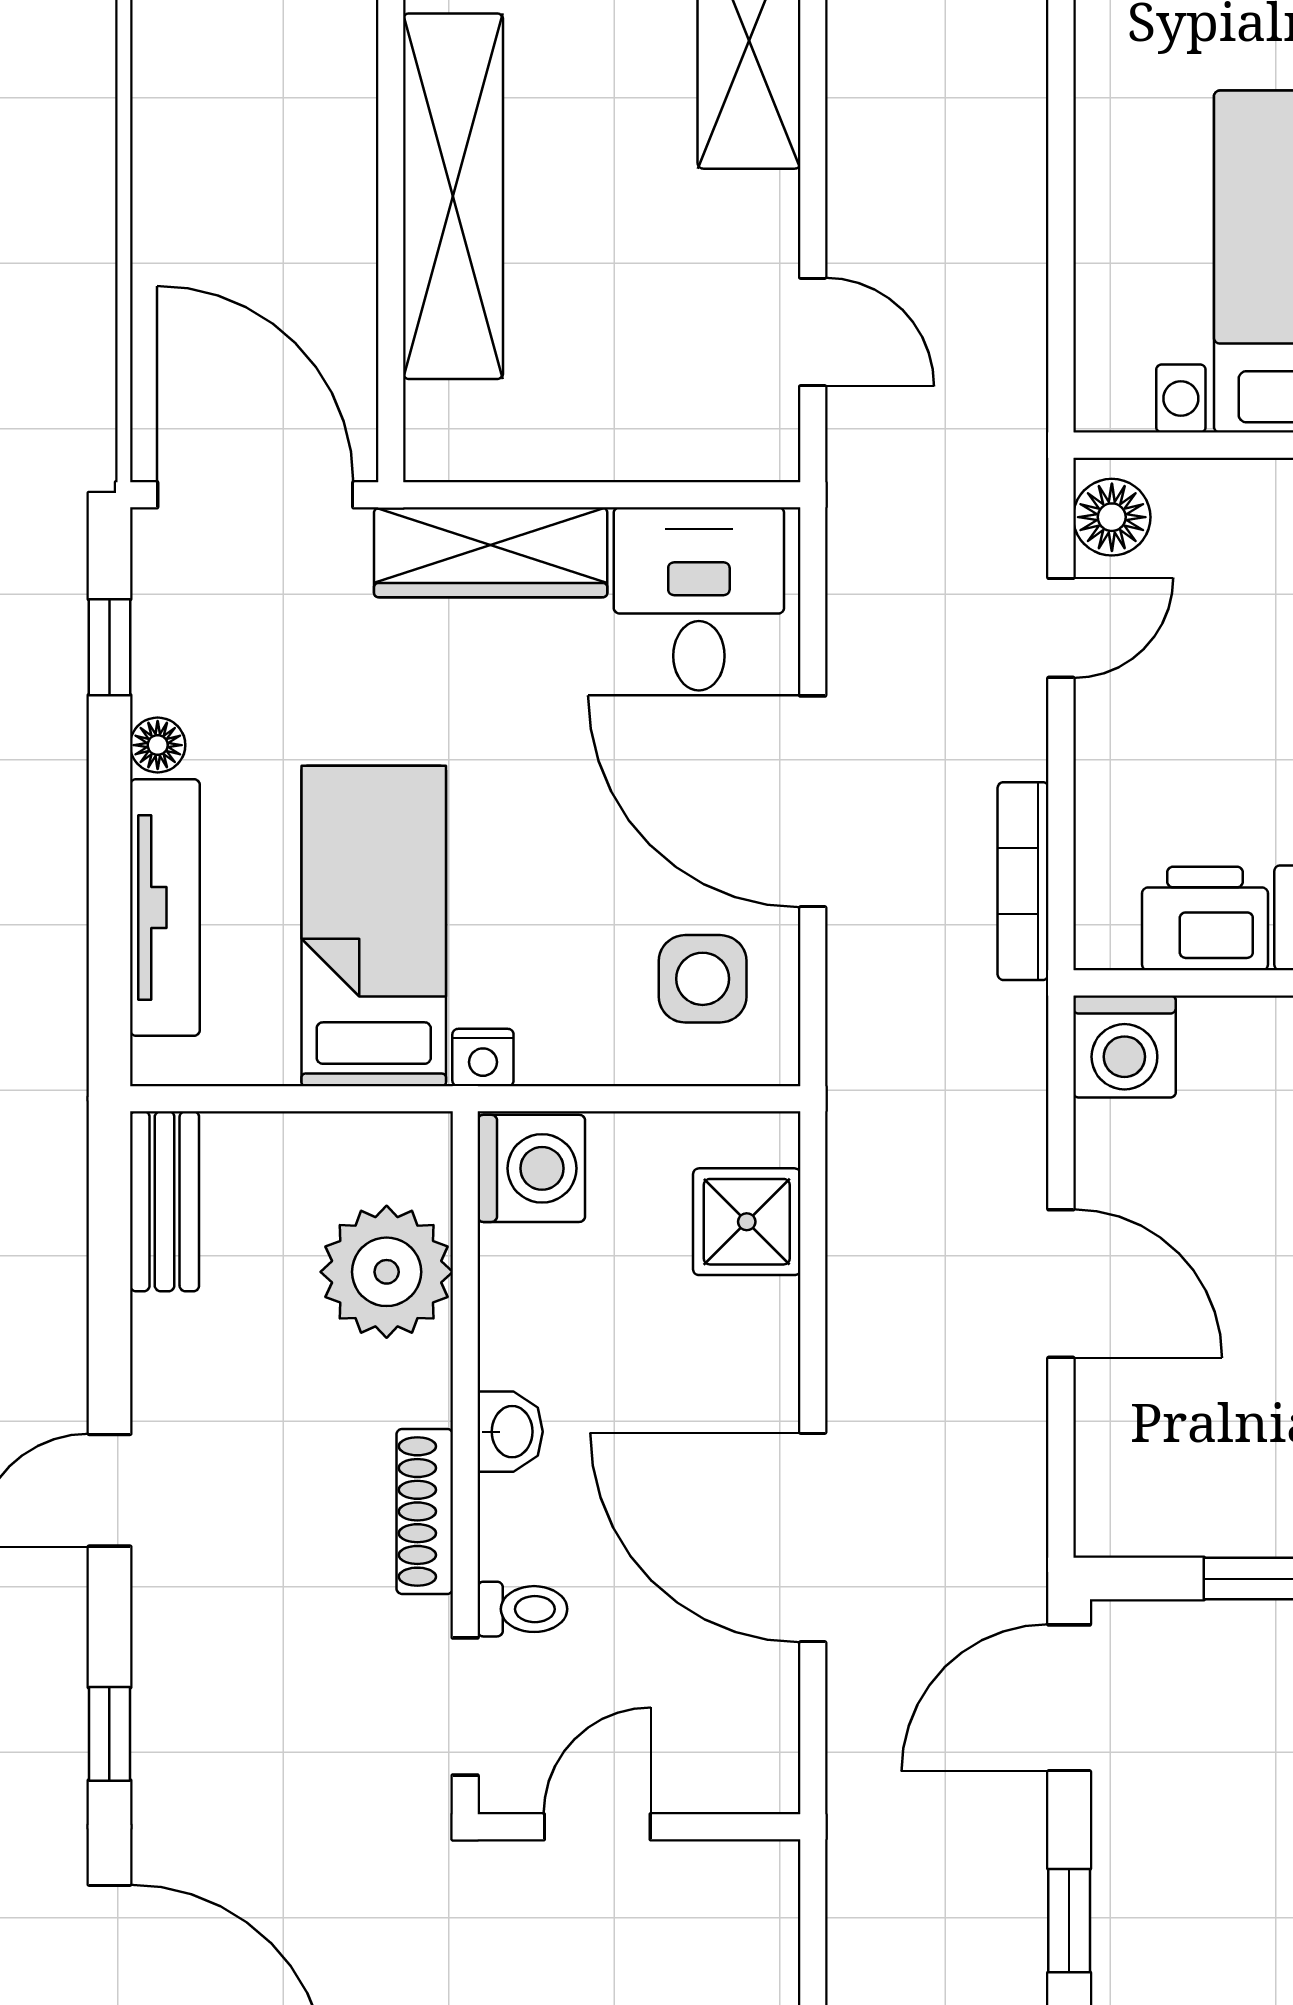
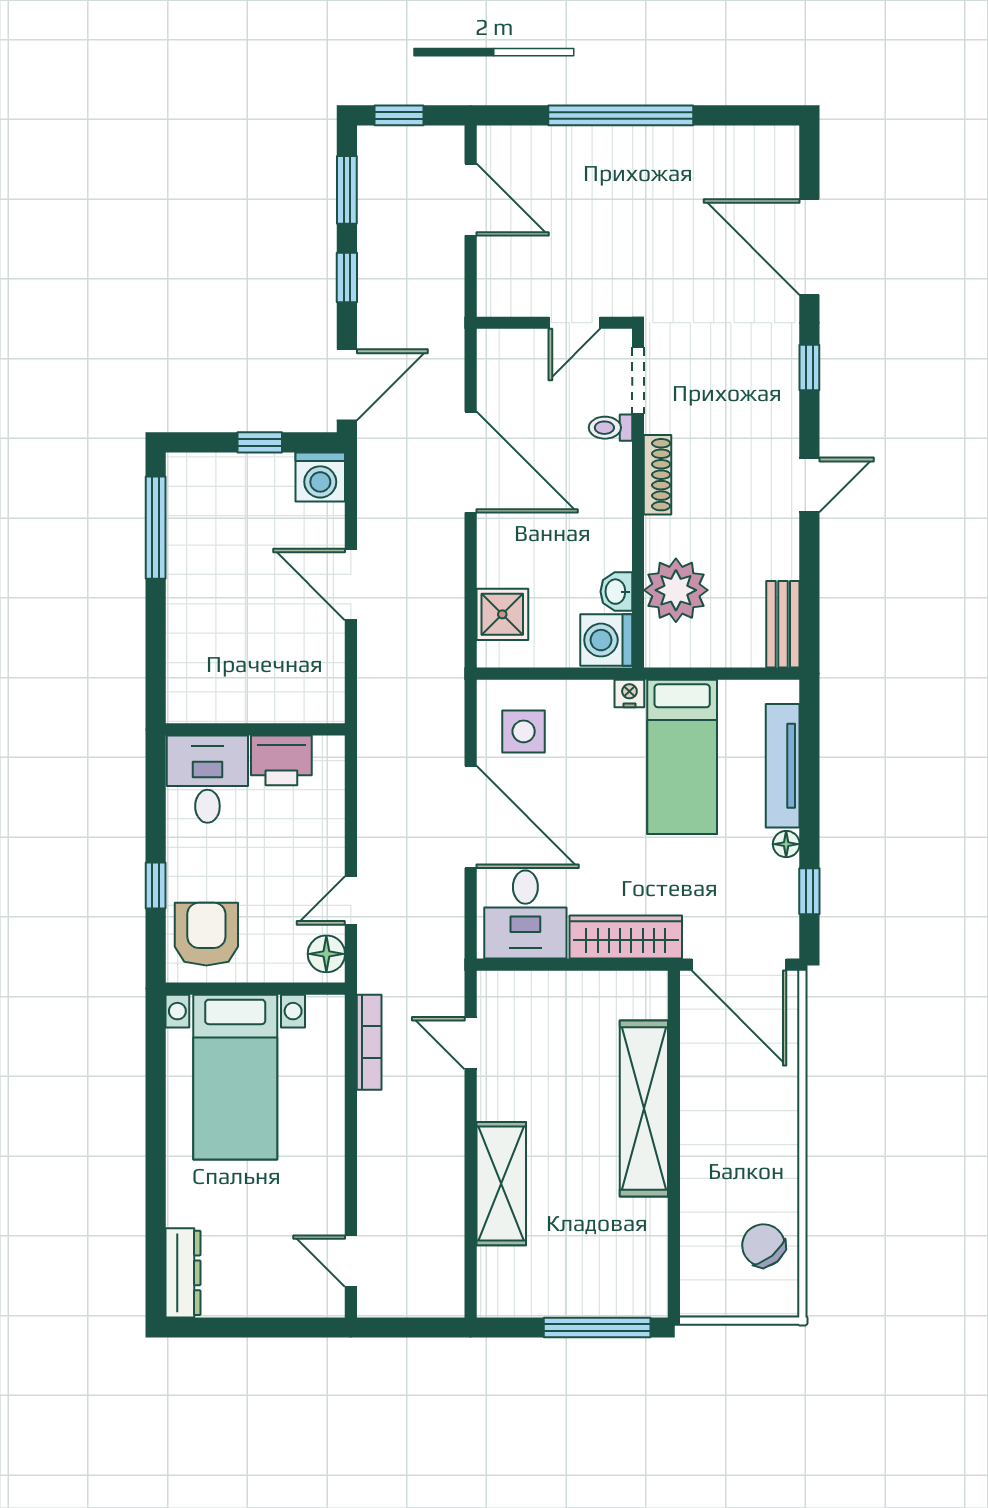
bookcase: (1023, 881) -> (369, 1042), moved
washing machine: (1124, 1046) -> (320, 477), moved, turned 180
washbasin: (510, 1432) -> (616, 592), moved

